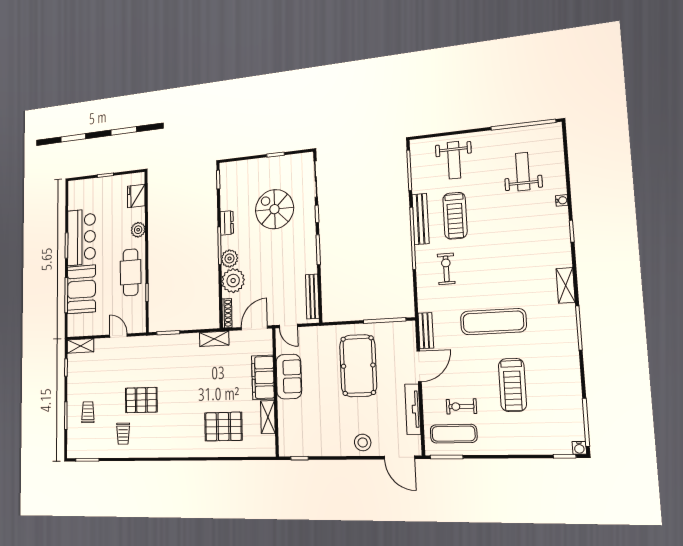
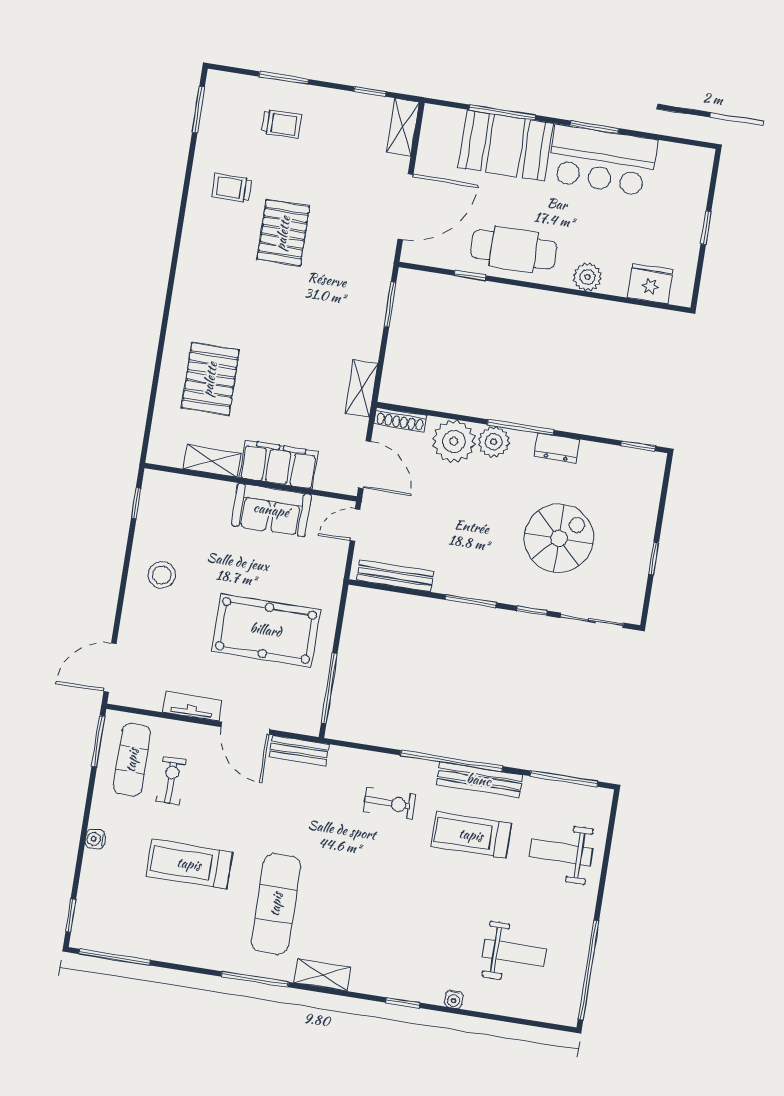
exercise mat: (493, 322) -> (276, 904), moved
door: (118, 336) -> (405, 207), width x1.87
tv unit: (413, 409) -> (192, 706), width x0.71
stool: (363, 442) -> (162, 575), moved
water cooler: (579, 448) -> (95, 839), moved

